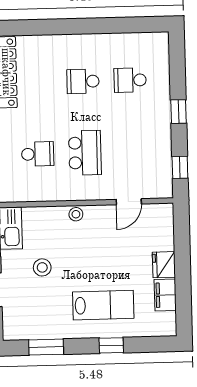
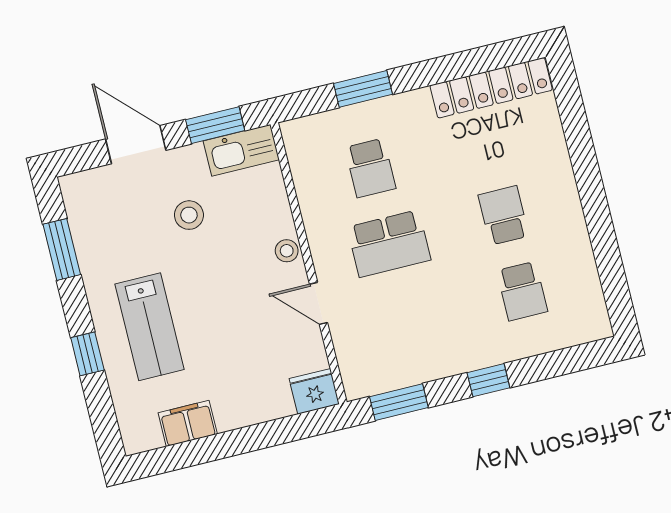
school desk: (130, 80) -> (522, 291), turned 180
window: (180, 167) -> (399, 402), width x1.50
door: (129, 202) -> (319, 303), moved
fridge: (164, 265) -> (314, 391), moved

